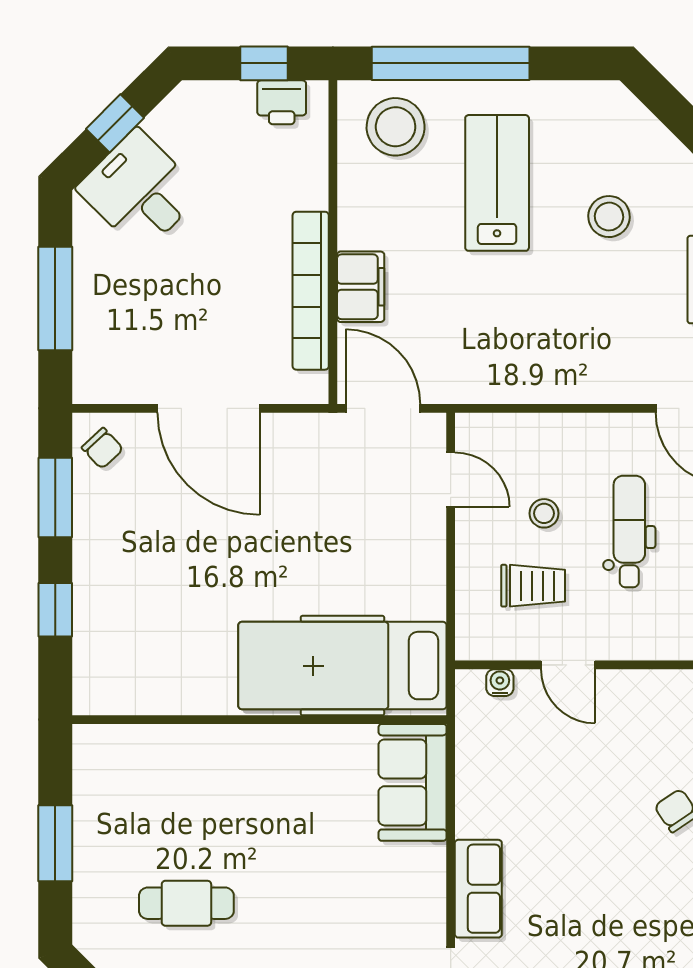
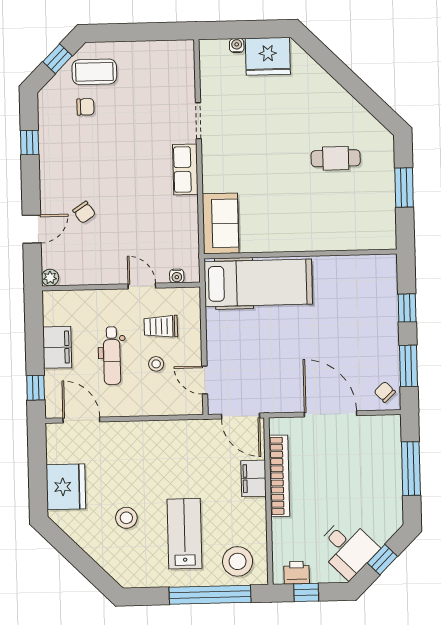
lab bench: (497, 183) -> (185, 534), turned 180
desk: (140, 191) -> (347, 548), moved

